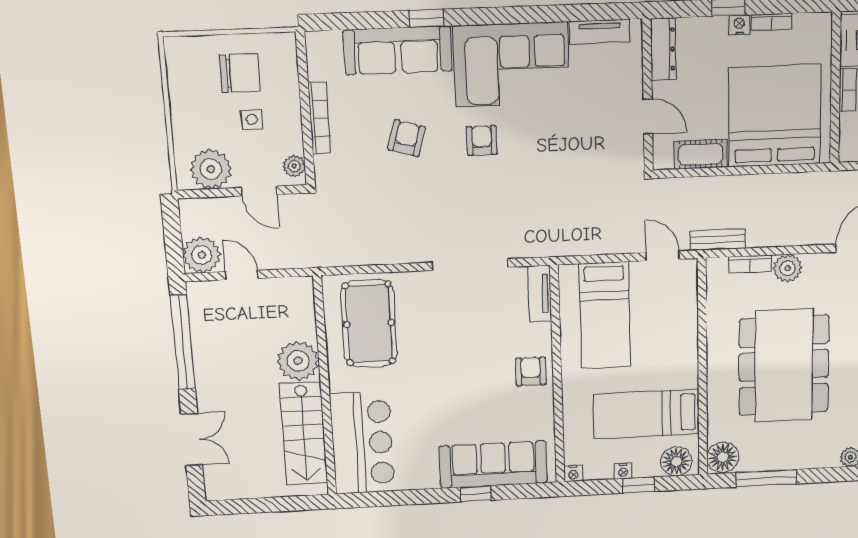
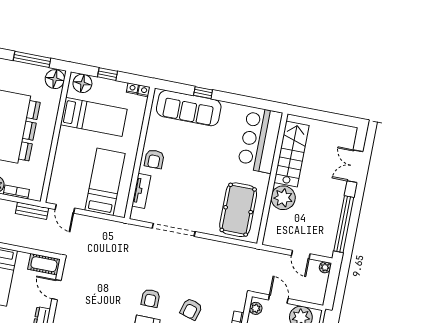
cot: (701, 154) -> (44, 264), moved
plant: (202, 255) -> (325, 267), width x0.53, depth x0.53
tv unit: (540, 294) -> (141, 191), moved
nightstand: (623, 471) -> (132, 88), moved

